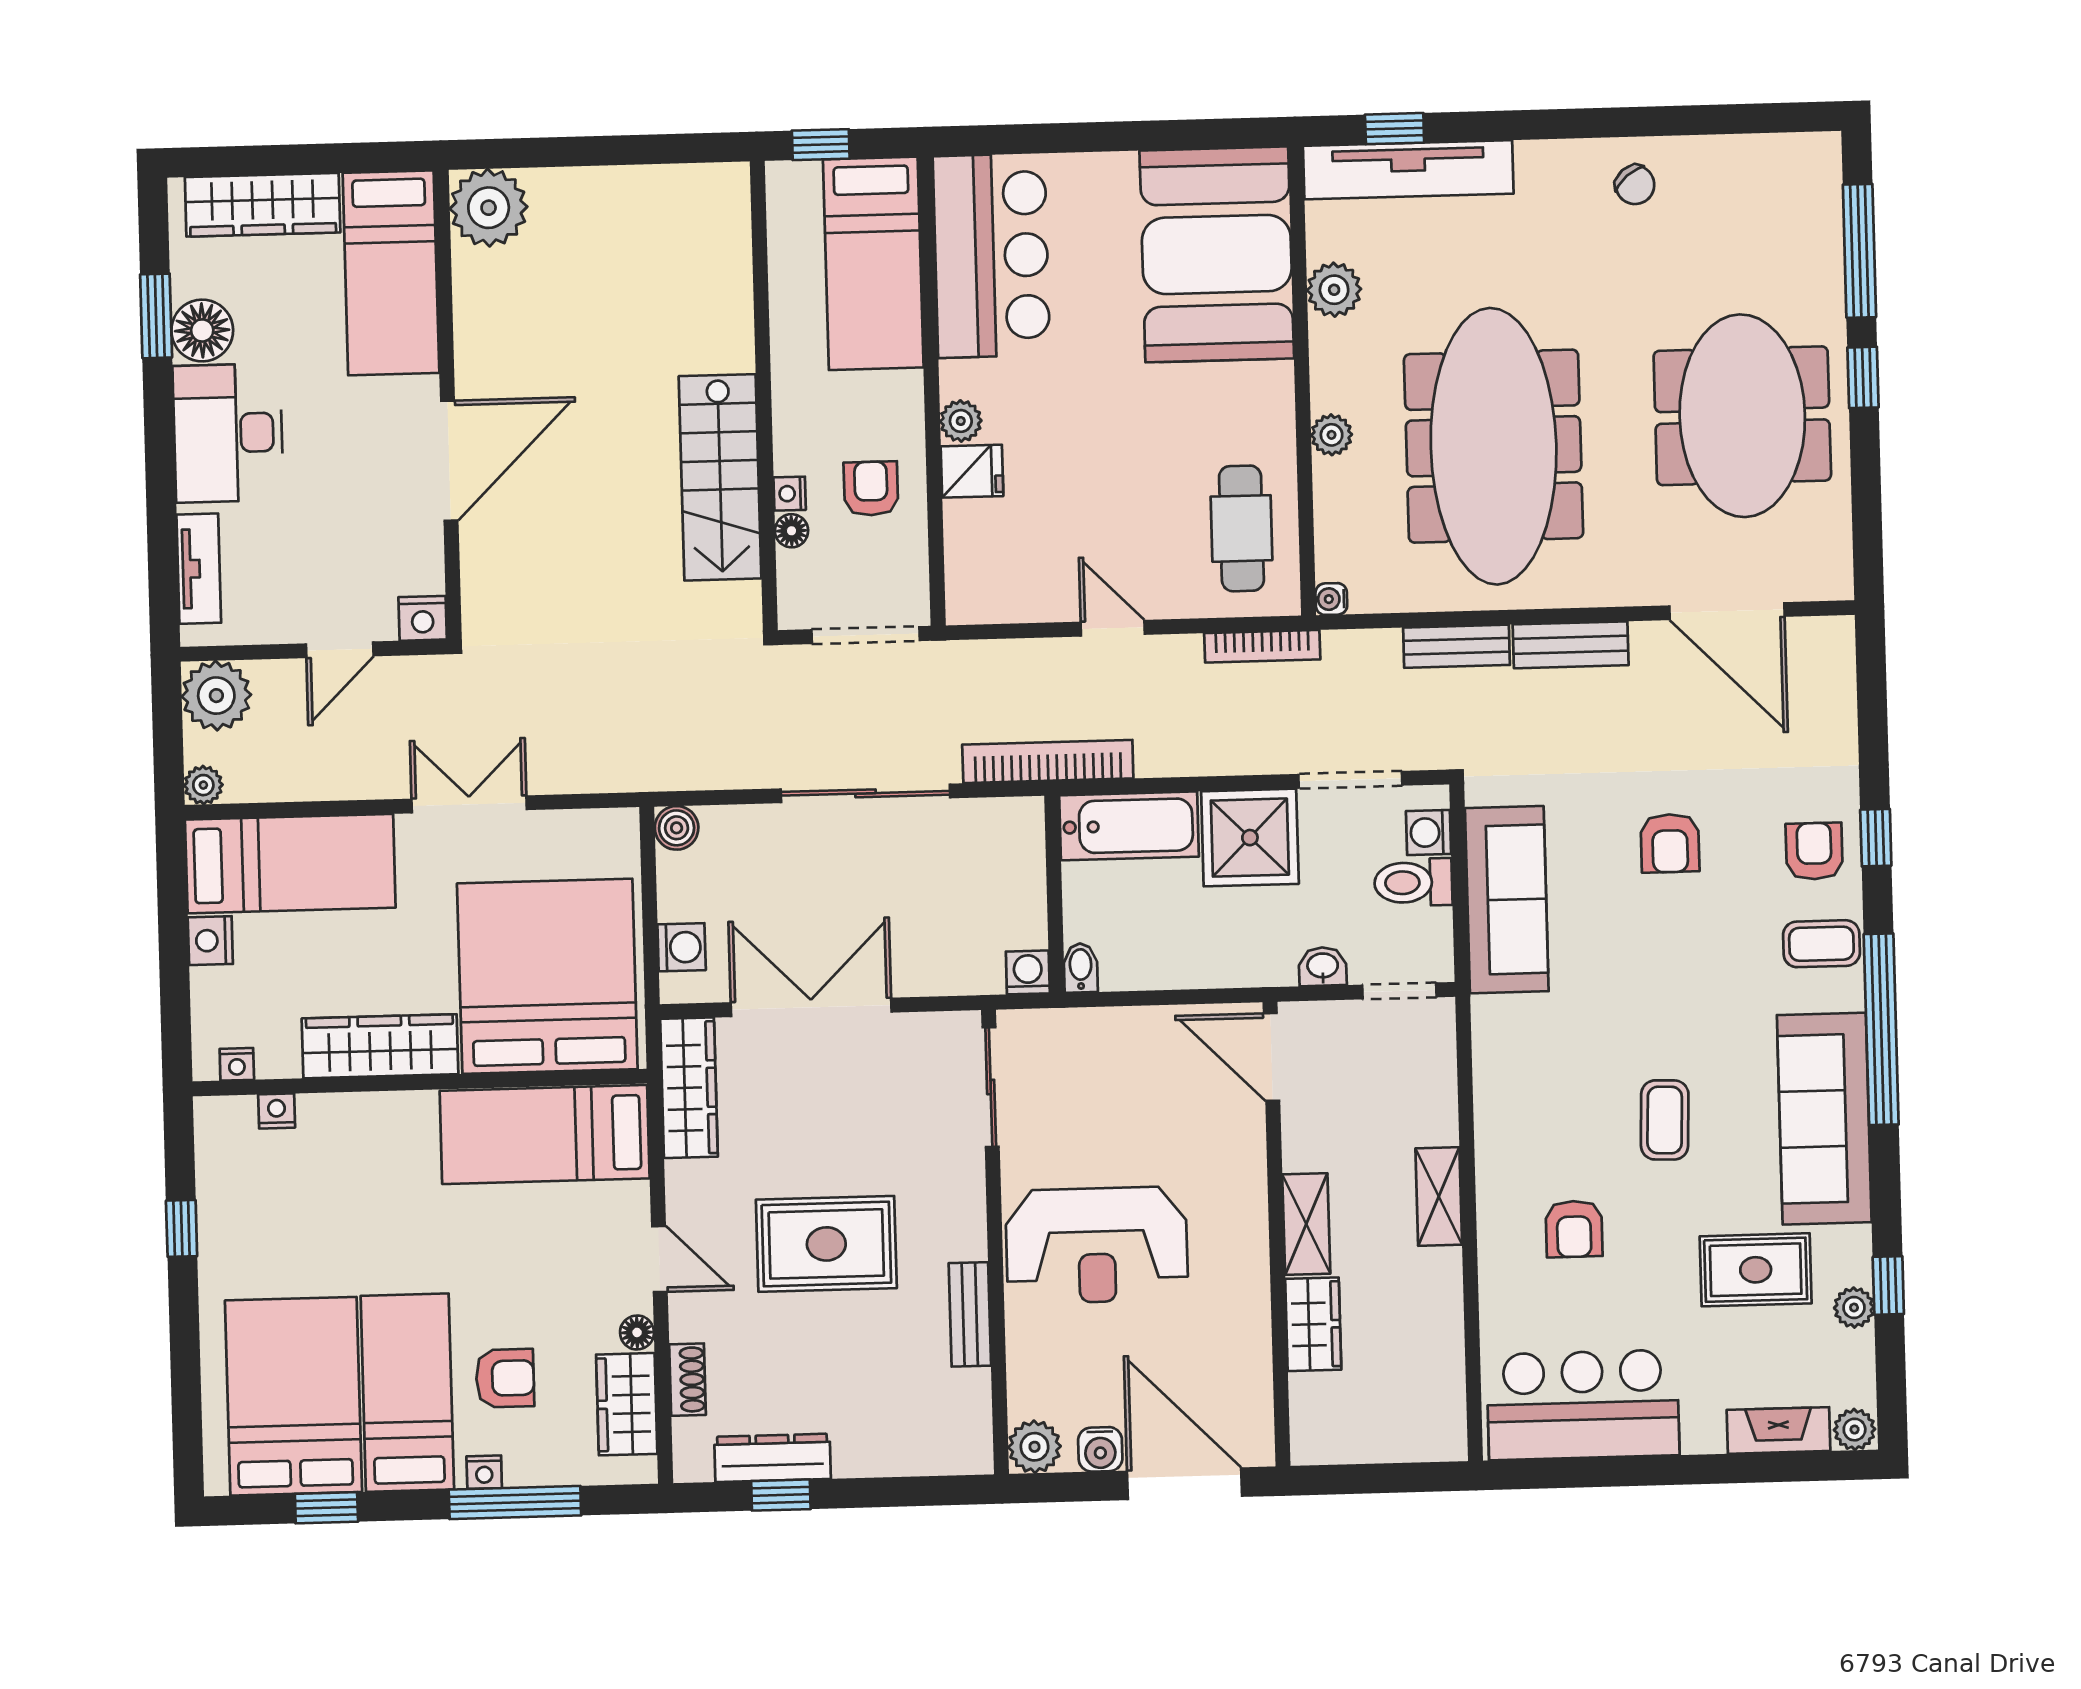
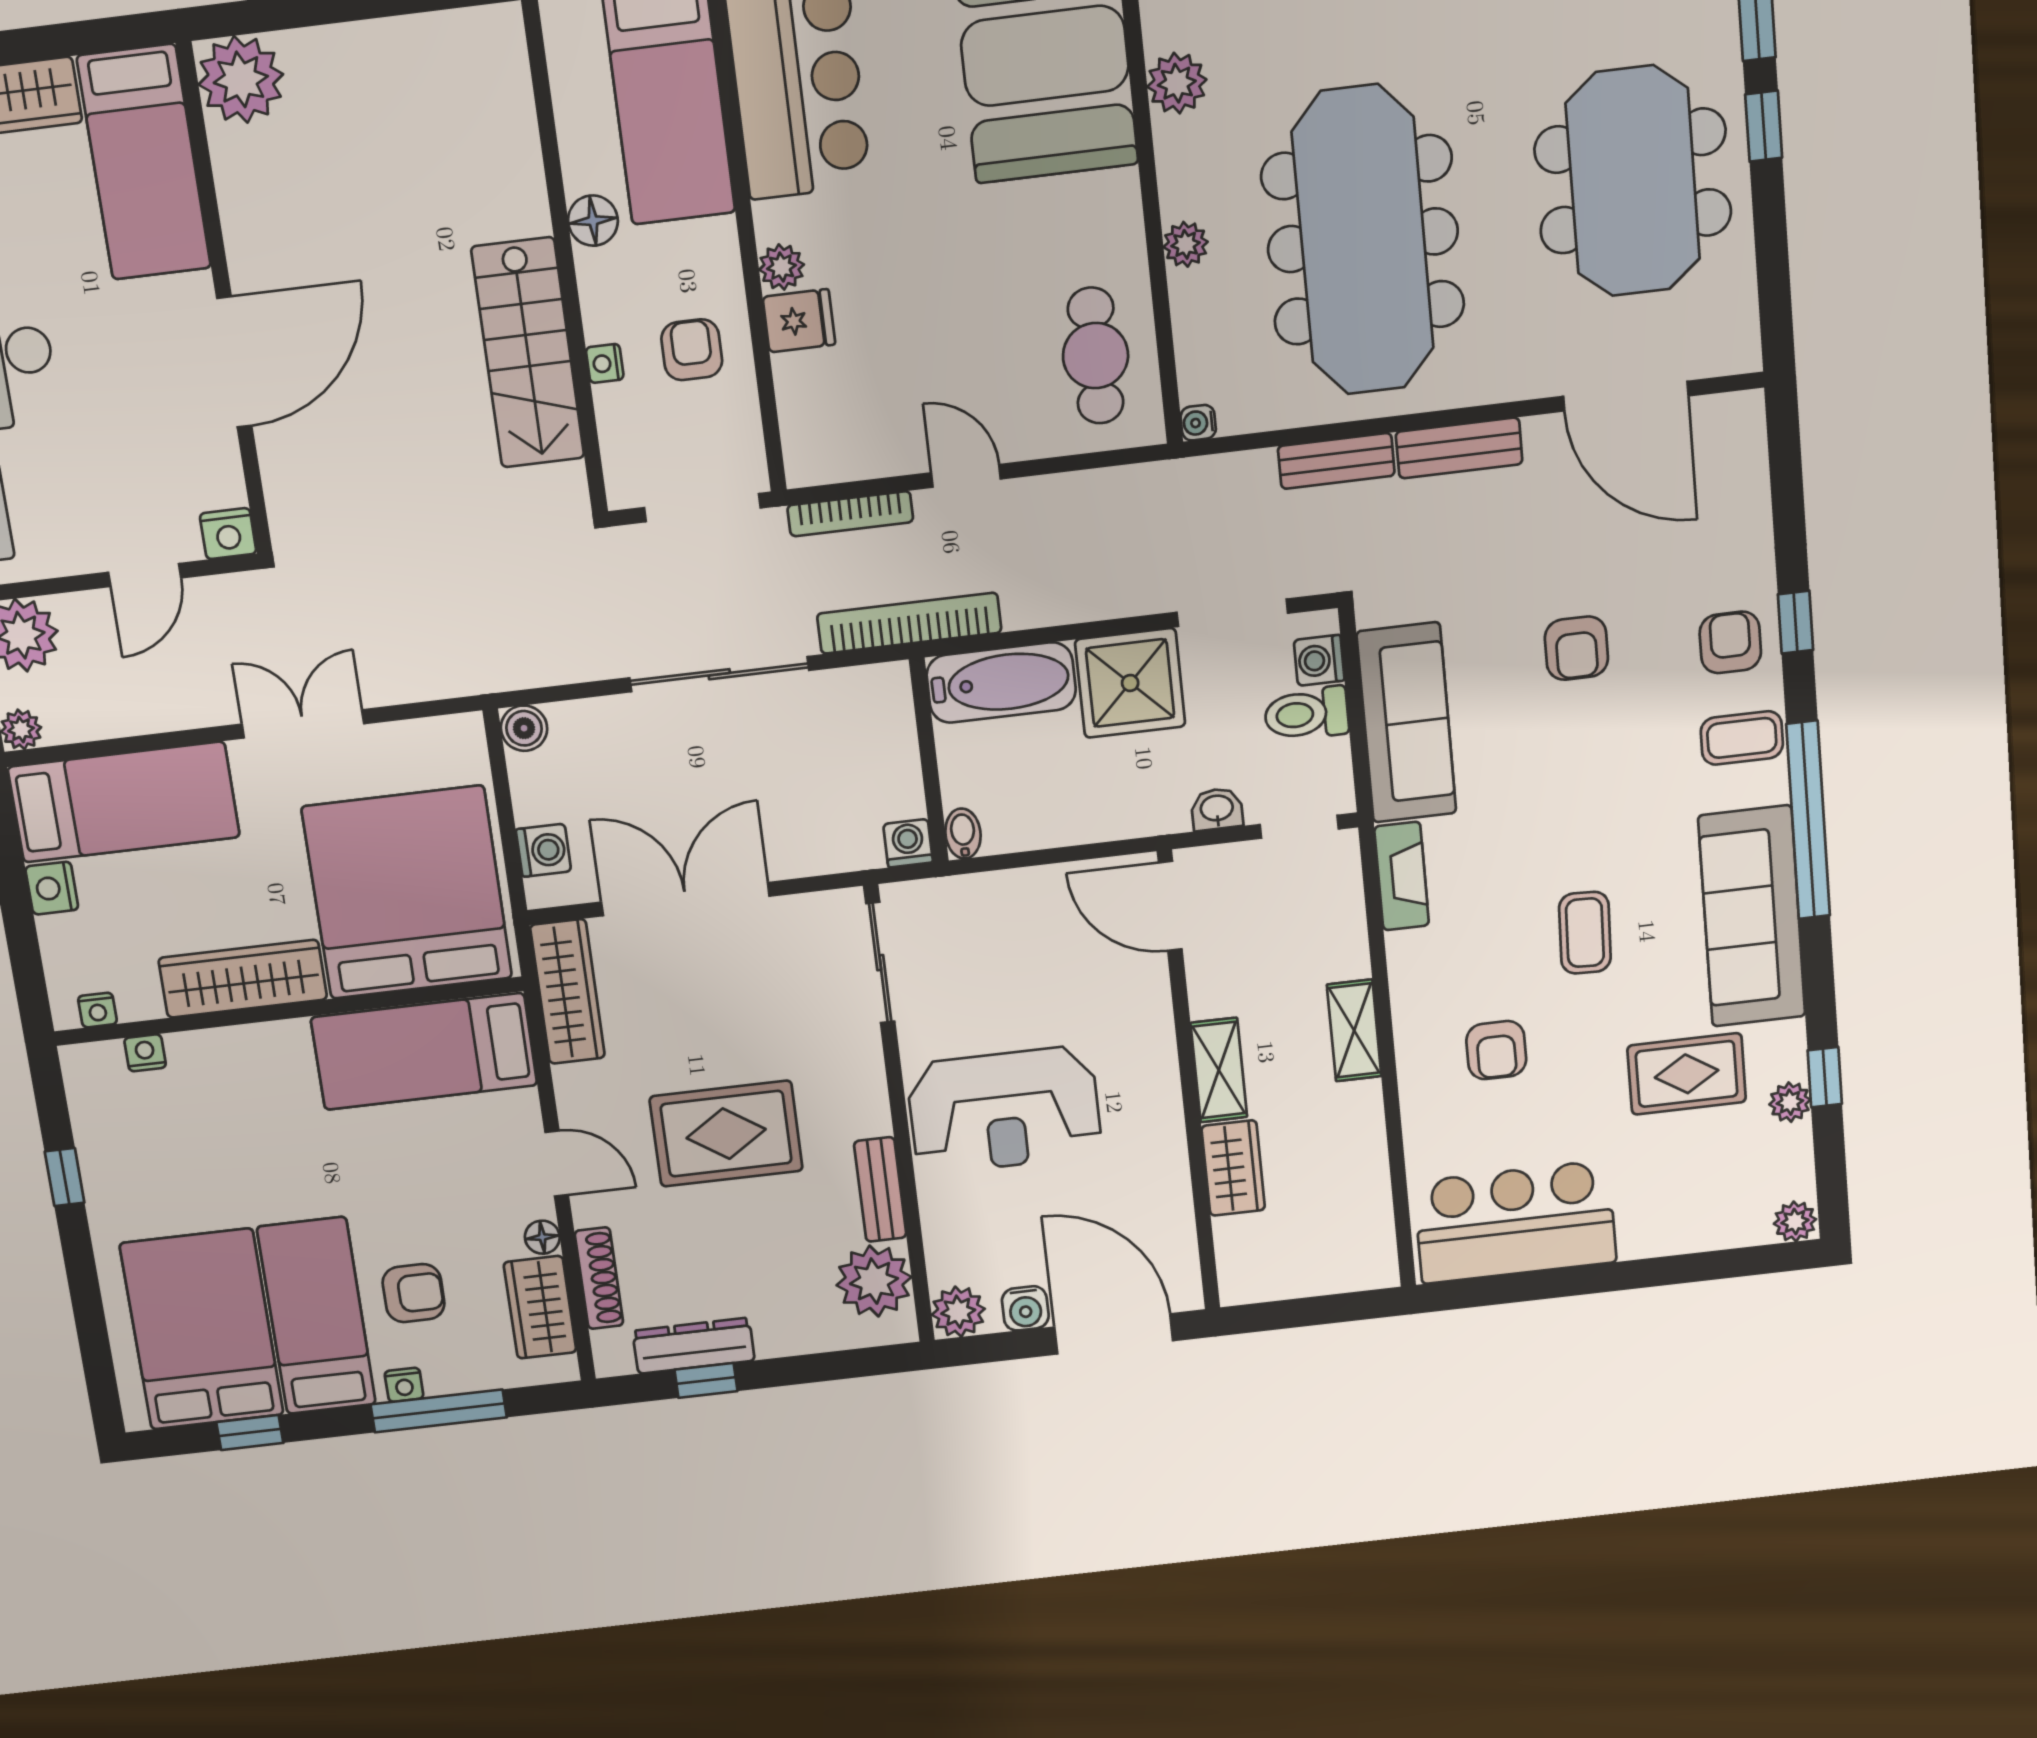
floor lamp: (792, 531) -> (593, 221), moved, width x1.37, depth x1.37
bookcase: (1262, 646) -> (850, 514), moved
shoe rack: (688, 1380) -> (599, 1278), width x1.43
plant: (955, 1408) -> (874, 1281), added
fireplace: (1779, 1430) -> (1402, 876), moved, turned 90

